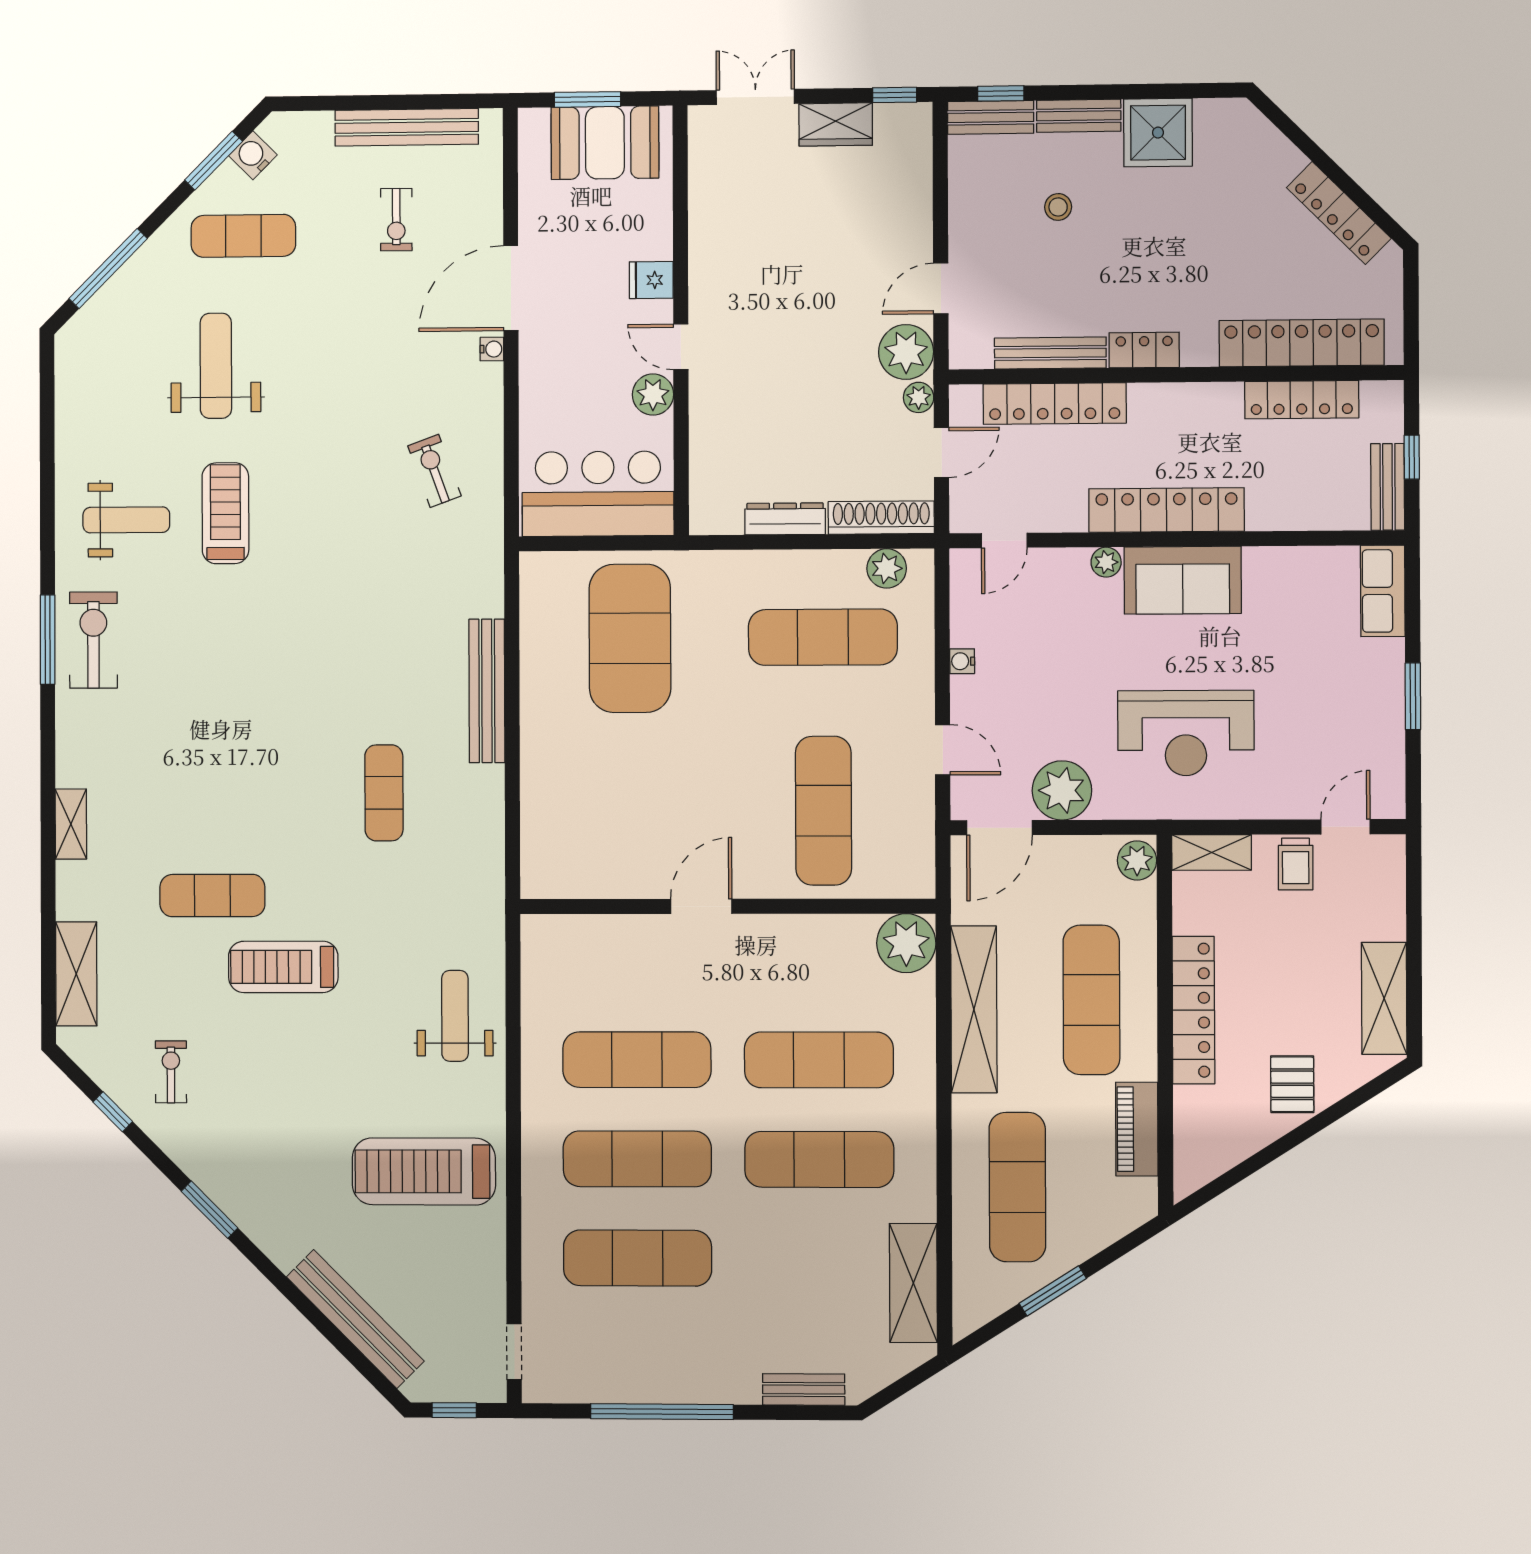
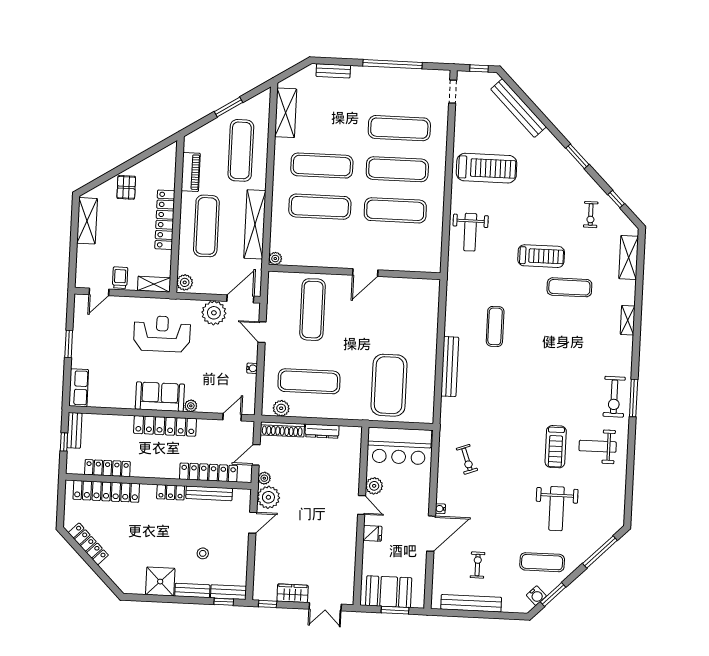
plant: (906, 943) -> (275, 259), width x0.53, depth x0.53

